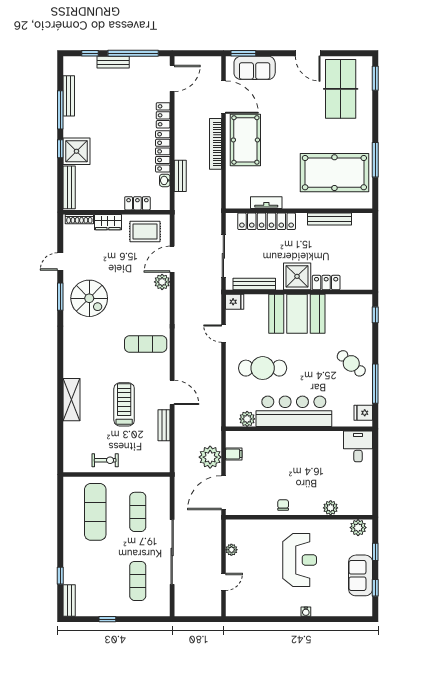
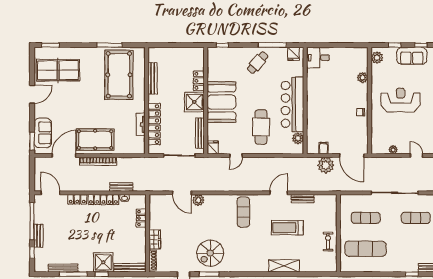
rug: (145, 231) -> (162, 213), removed
spiral stairs: (89, 298) -> (210, 253), turned 180

